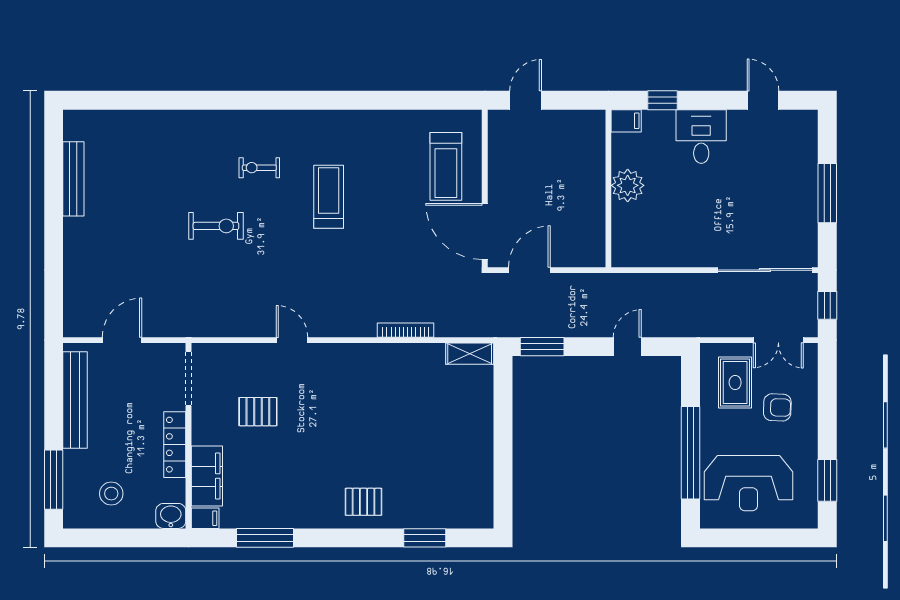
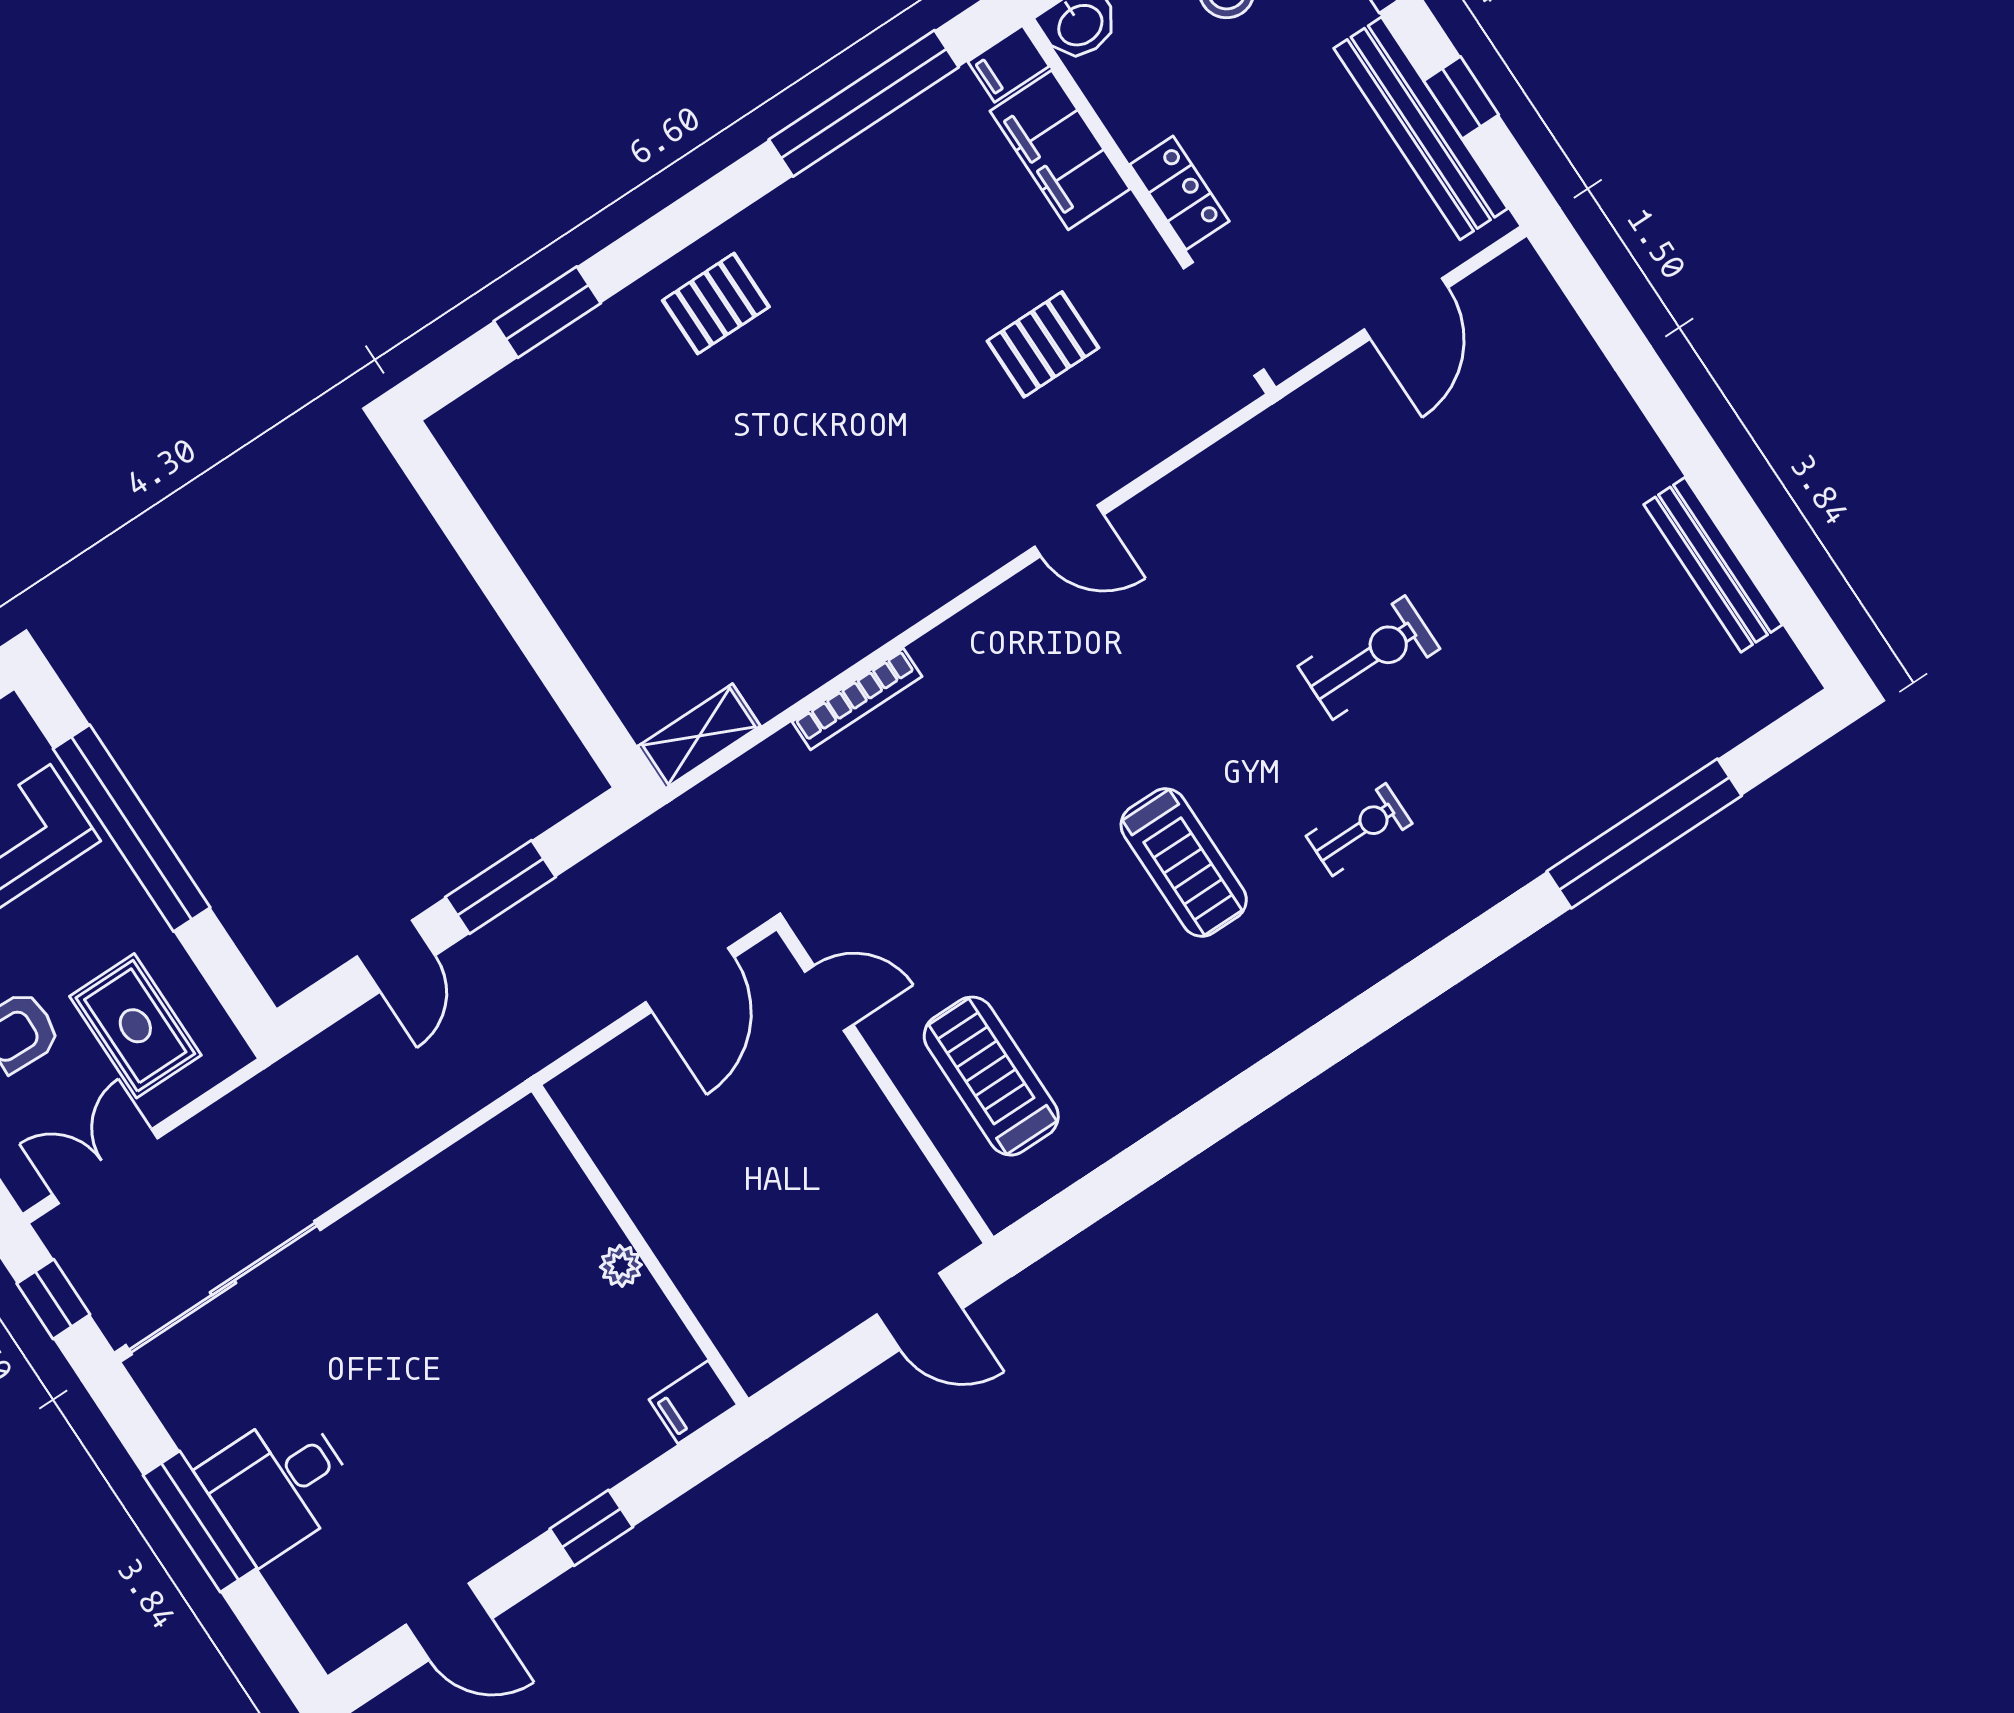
window: (160, 100) -> (1644, 833), added
door: (526, 100) -> (919, 1311), hinge flipped
window: (662, 100) -> (591, 1528), moved
desk: (701, 137) -> (279, 1485), moved, turned 90
plant: (628, 185) -> (621, 1266), width x0.53, depth x0.53
exercise bike: (216, 226) -> (1369, 658), turned 180
door: (485, 231) -> (829, 998), width x0.53
window: (542, 347) -> (501, 887), moved
window: (54, 401) -> (1461, 98), added
locker: (175, 445) -> (1180, 193), width x0.66
window: (265, 538) -> (864, 103), width x1.46

